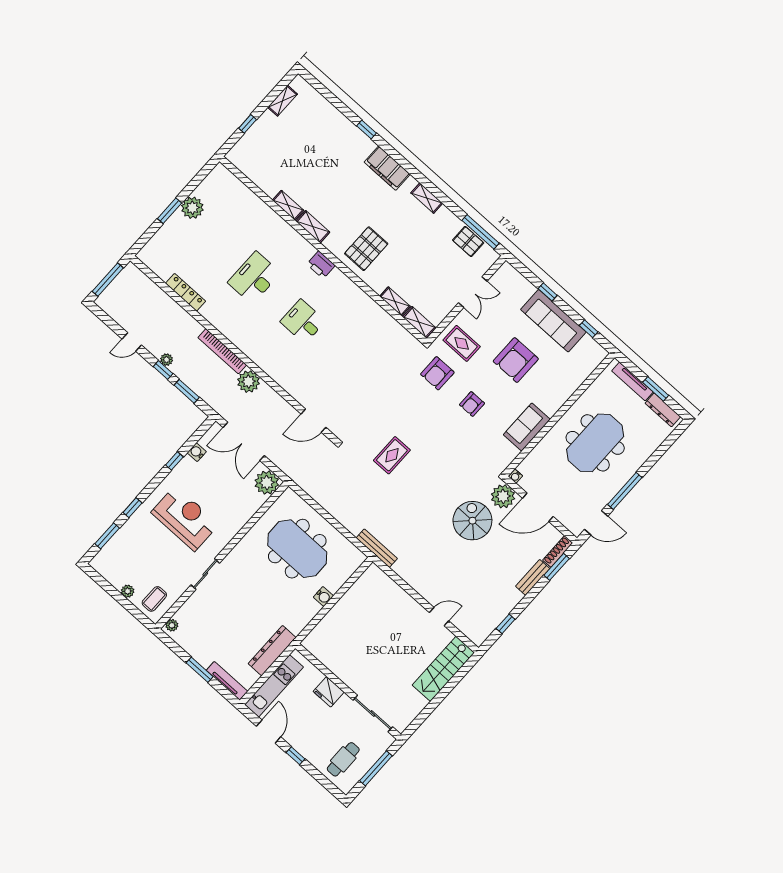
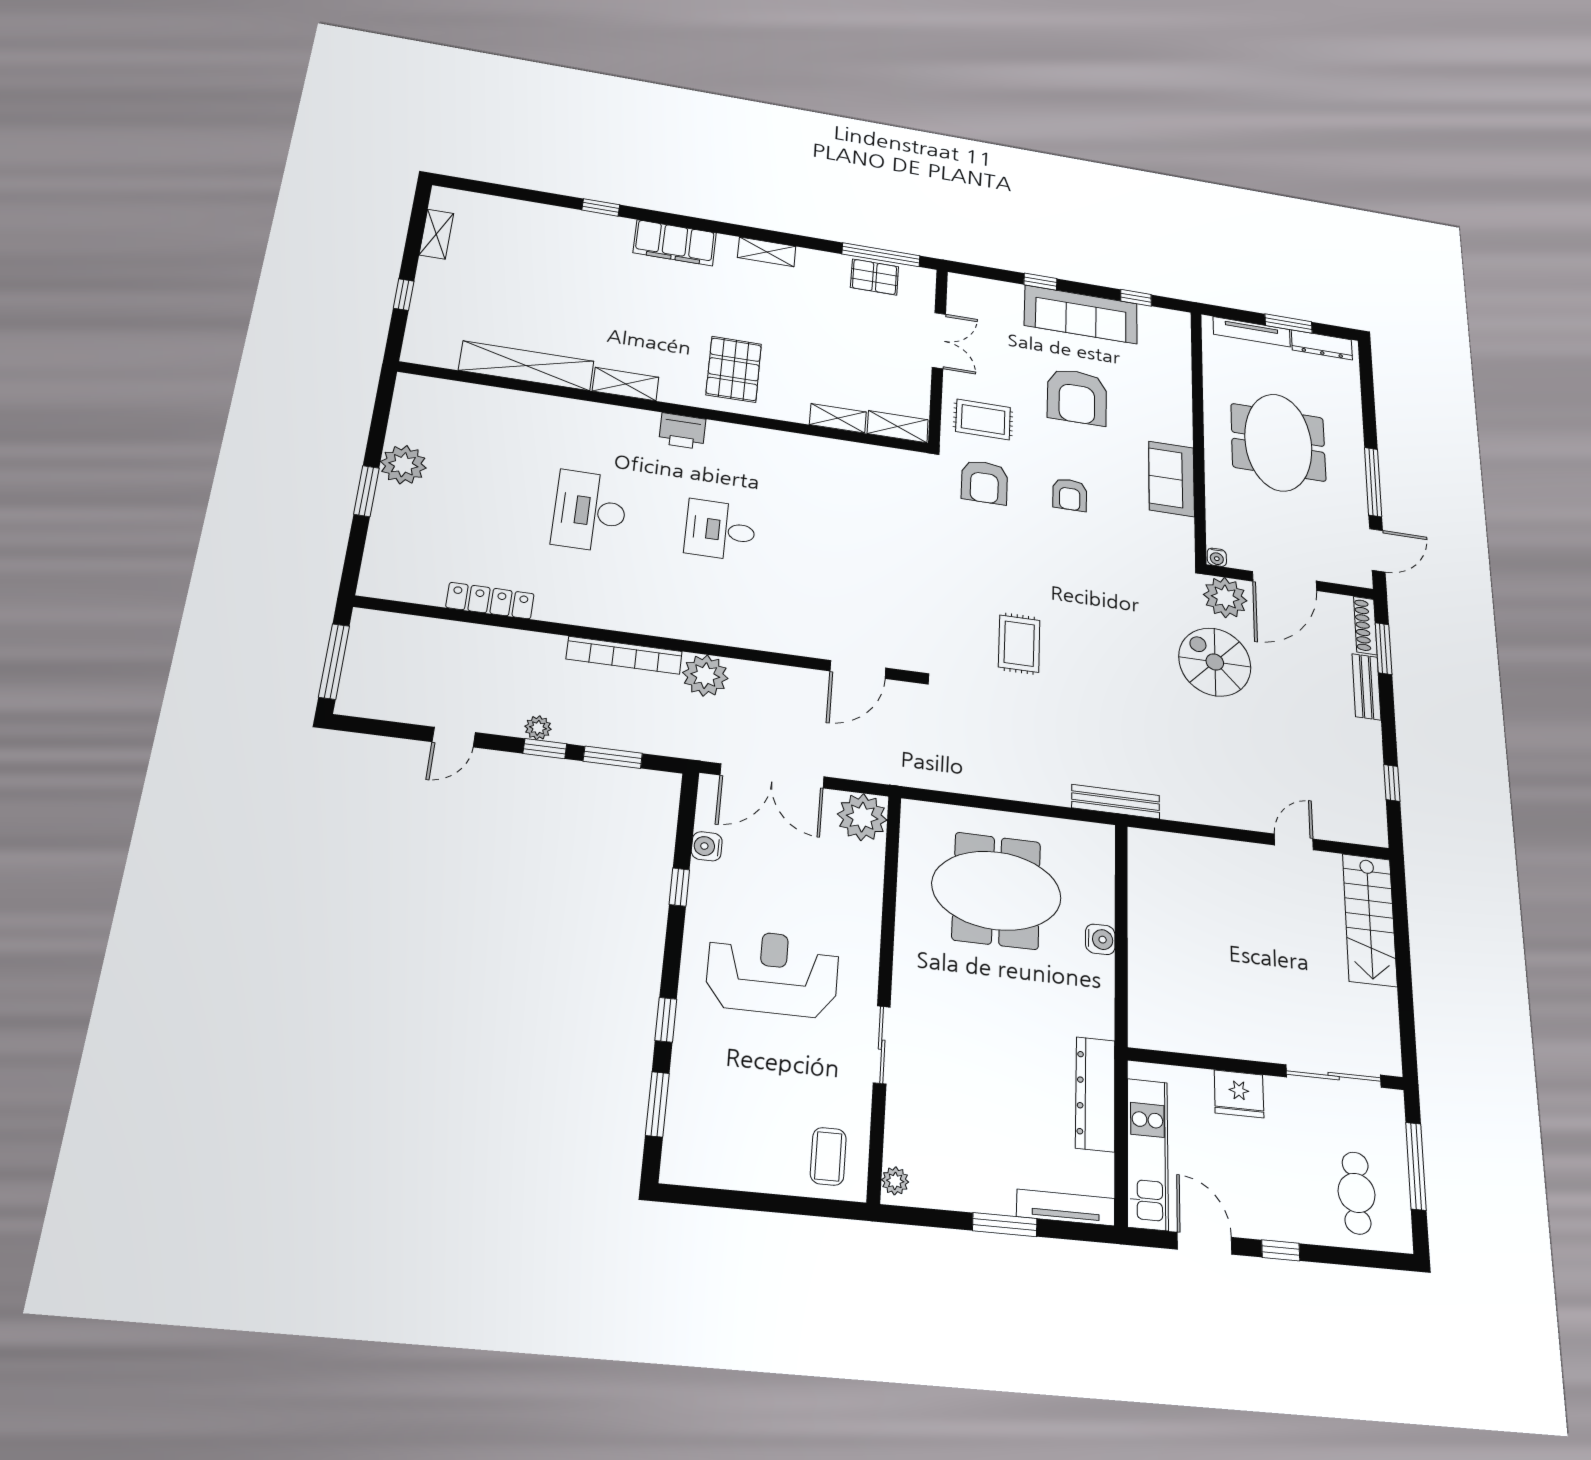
shelving: (288, 205) -> (526, 366), width x2.20, depth x1.33
plant: (128, 591) -> (770, 1179), removed

